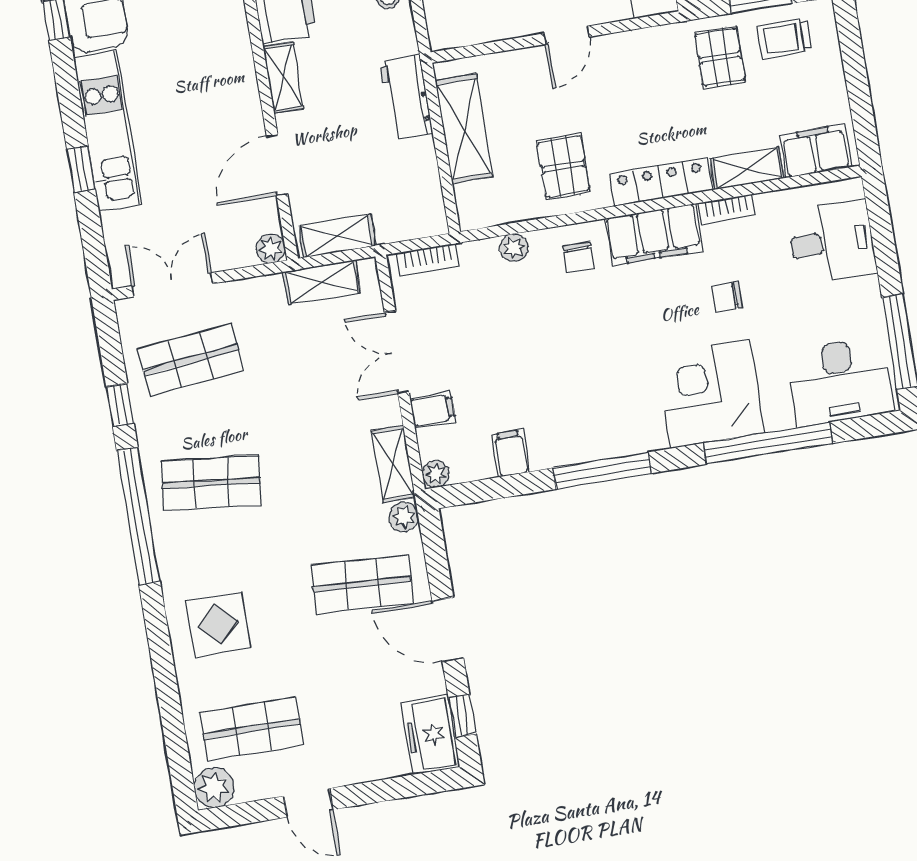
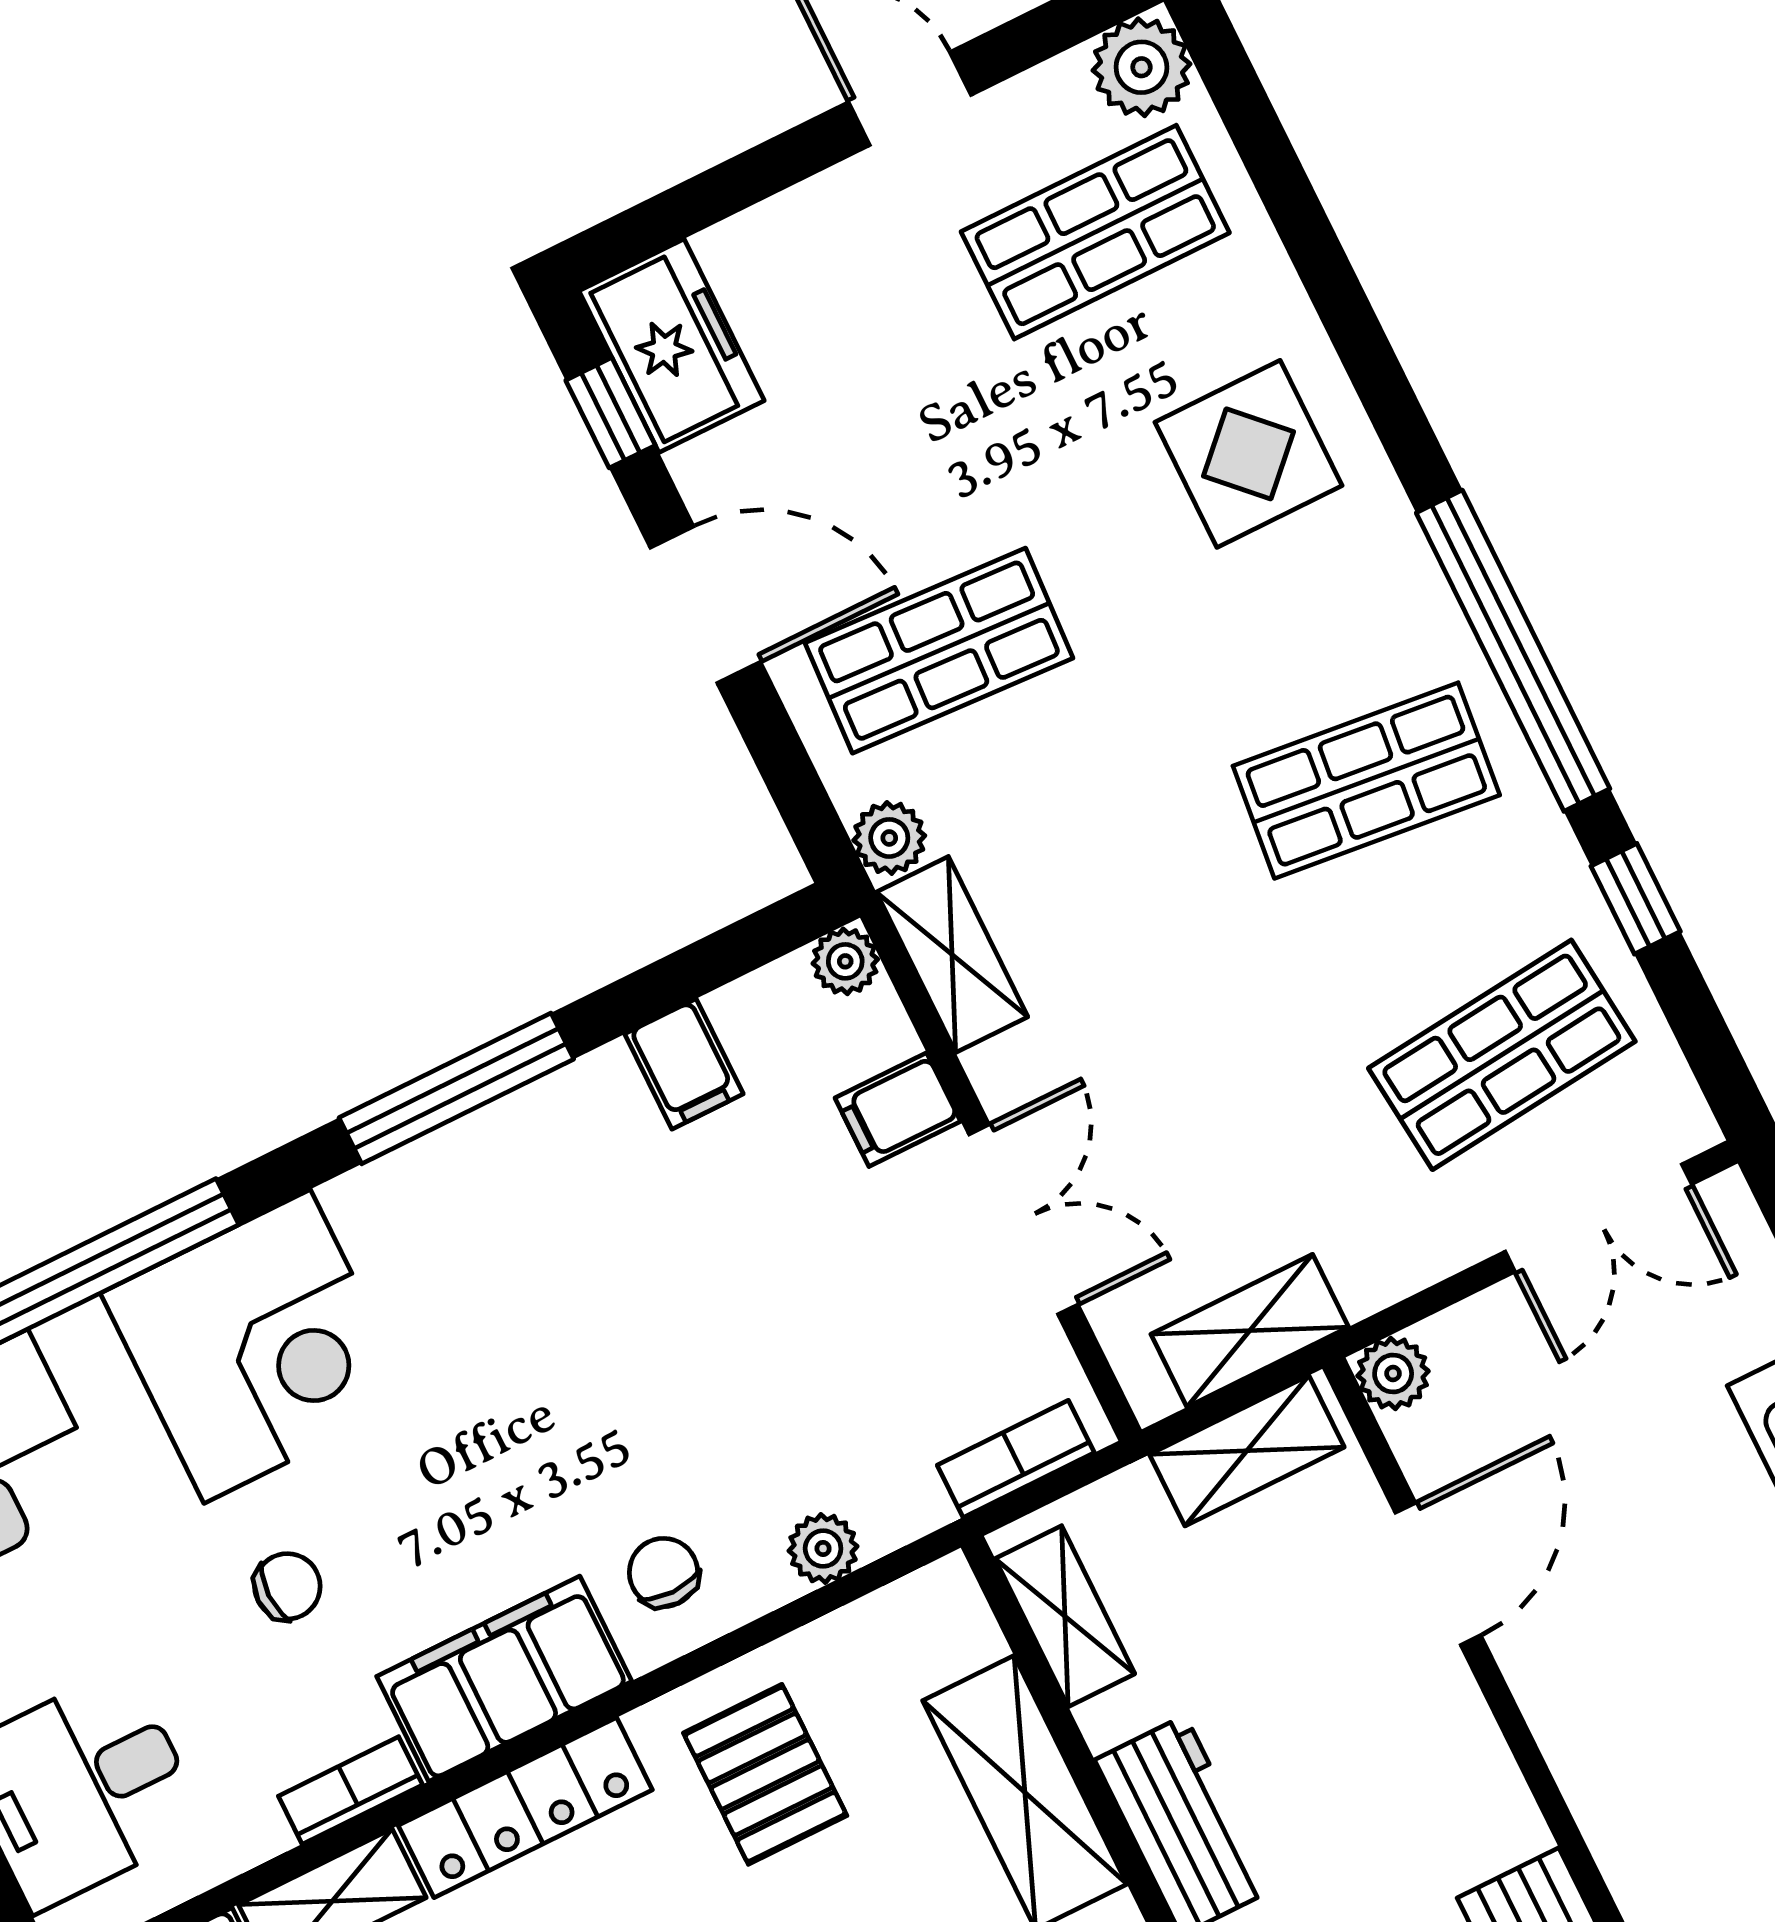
shelving: (283, 77) -> (1065, 1616), moved

